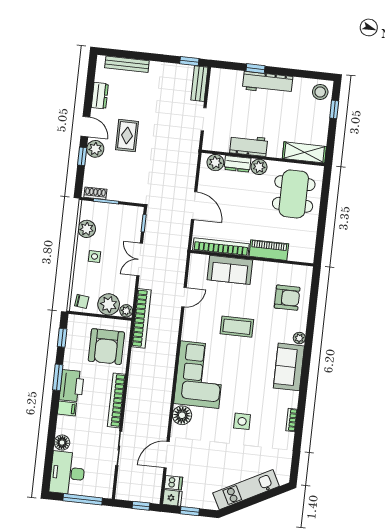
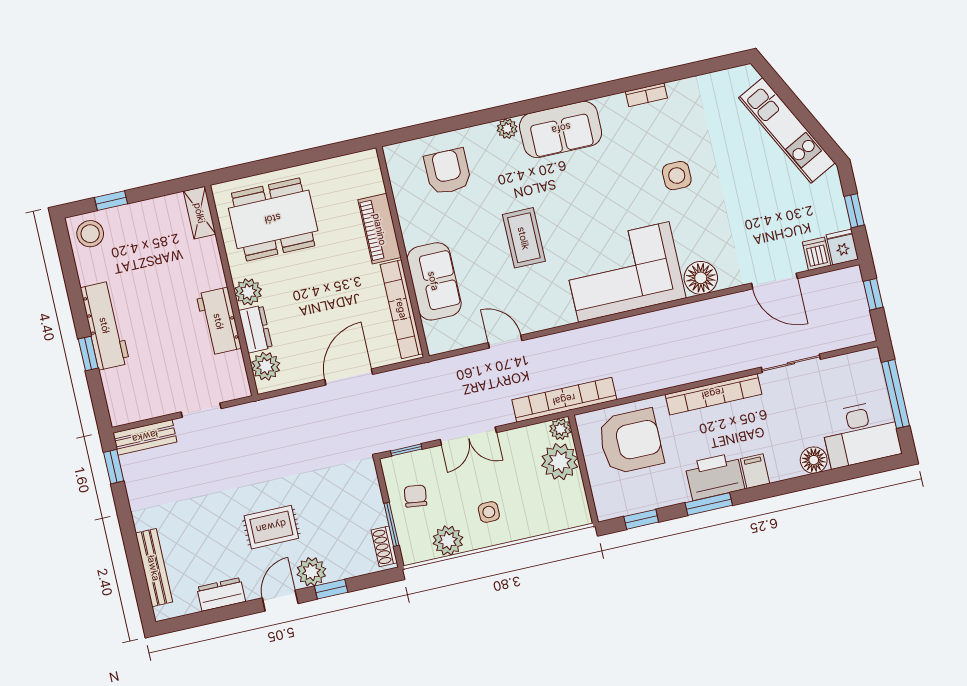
shelving: (304, 152) -> (200, 213), width x0.67, depth x0.75
chair: (82, 301) -> (415, 496), moved

